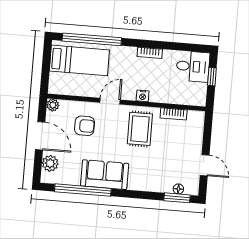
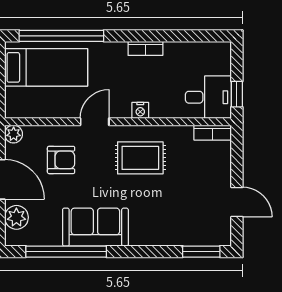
desk: (193, 66) -> (208, 97), moved
window: (212, 77) -> (237, 94), moved
bookcase: (174, 114) -> (213, 133), moved
rug: (140, 129) -> (140, 158), turned 90
floor lamp: (178, 189) -> (202, 239), removed

